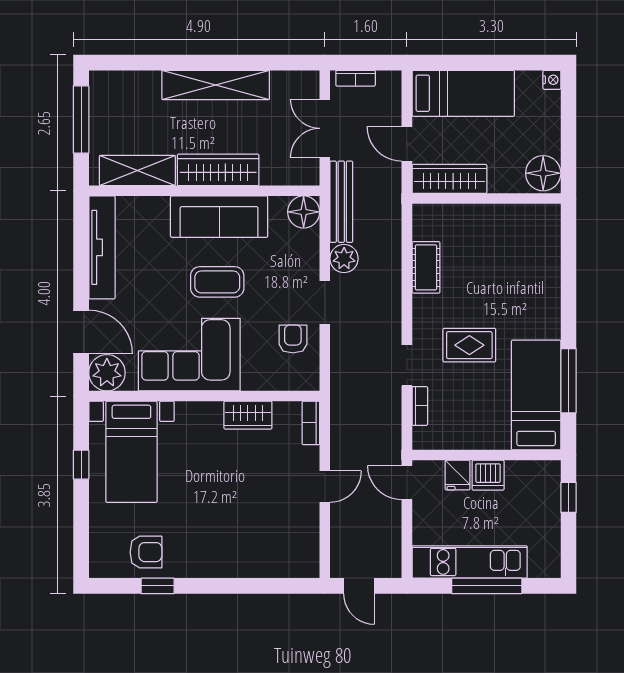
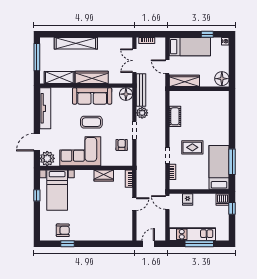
window: (507, 63) -> (207, 34), added
shelving: (216, 85) -> (76, 43), moved
door: (81, 332) -> (37, 142), swing flipped
dishwasher: (488, 475) -> (223, 199), moved
door: (359, 586) -> (148, 244), swing flipped

